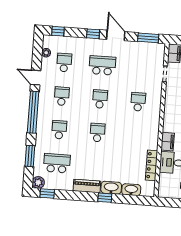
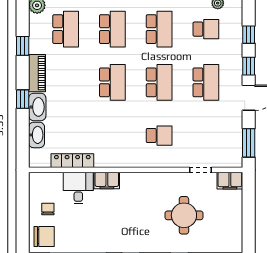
window: (58, 31) -> (249, 35), moved
school desk: (62, 96) -> (159, 29), width x1.85
school desk: (100, 99) -> (159, 82), width x1.85
school desk: (59, 130) -> (112, 29), width x1.85
school desk: (97, 132) -> (112, 82), width x1.85
window: (47, 193) -> (23, 46), moved

